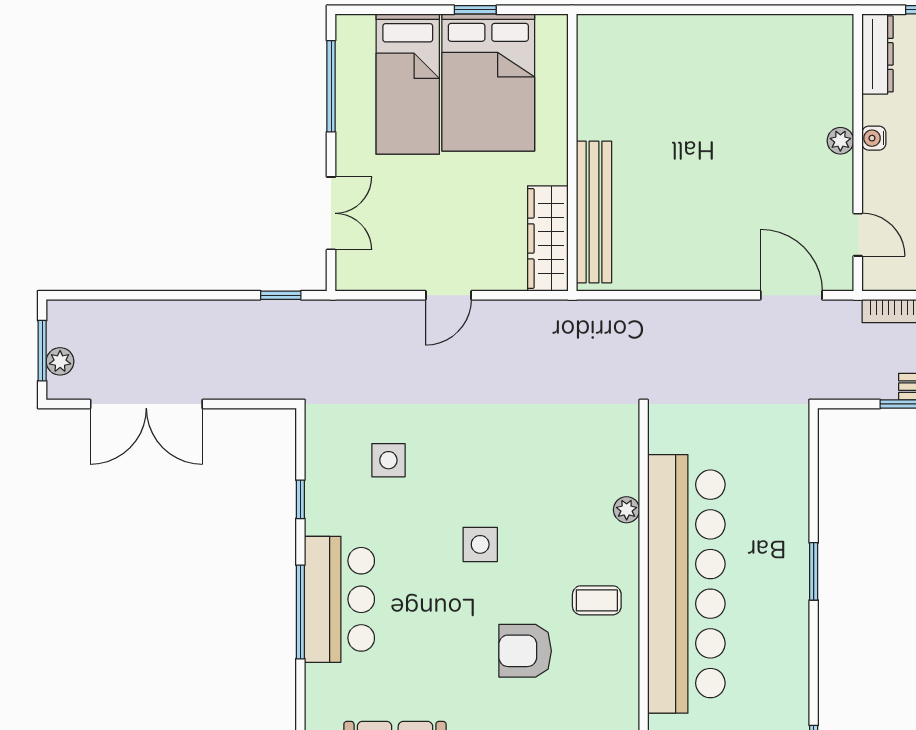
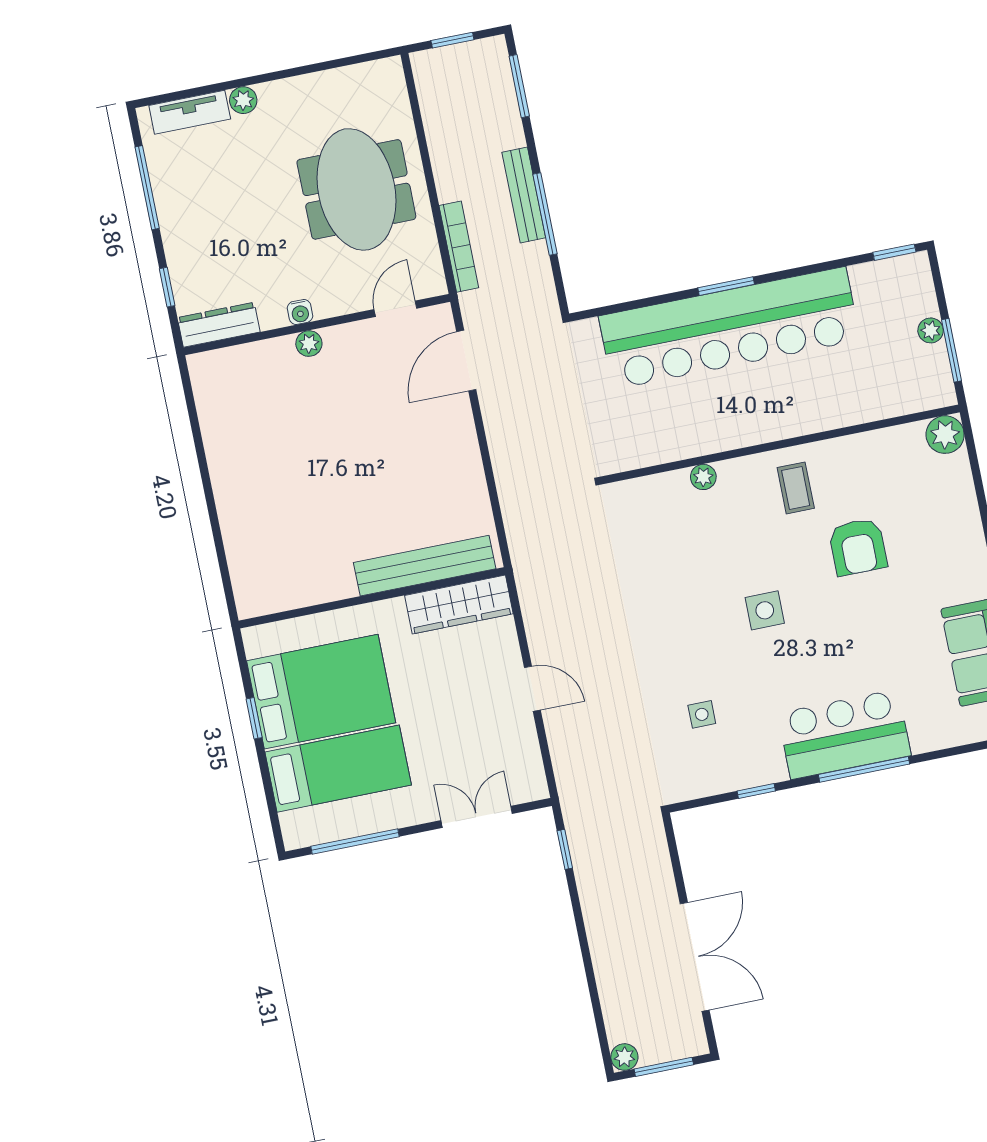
plant: (60, 361) -> (624, 1057), moved
side table: (388, 460) -> (702, 714), width x0.73, depth x0.73
bar counter: (686, 584) -> (729, 328), moved, turned 180

